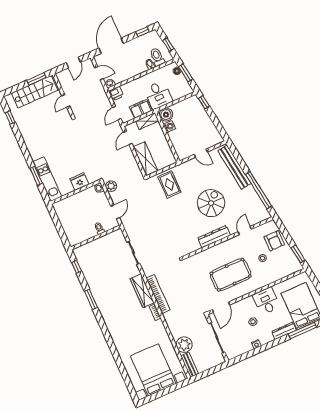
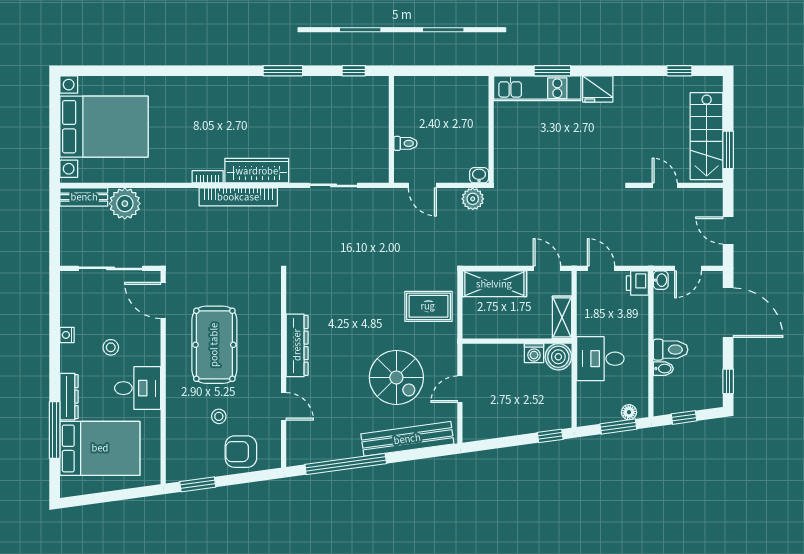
toilet: (157, 57) -> (671, 350), moved
filing cabinet: (141, 109) -> (589, 316), removed
fridge: (79, 182) -> (598, 89), moved, turned 90
spiral stairs: (211, 203) -> (396, 377), moved

